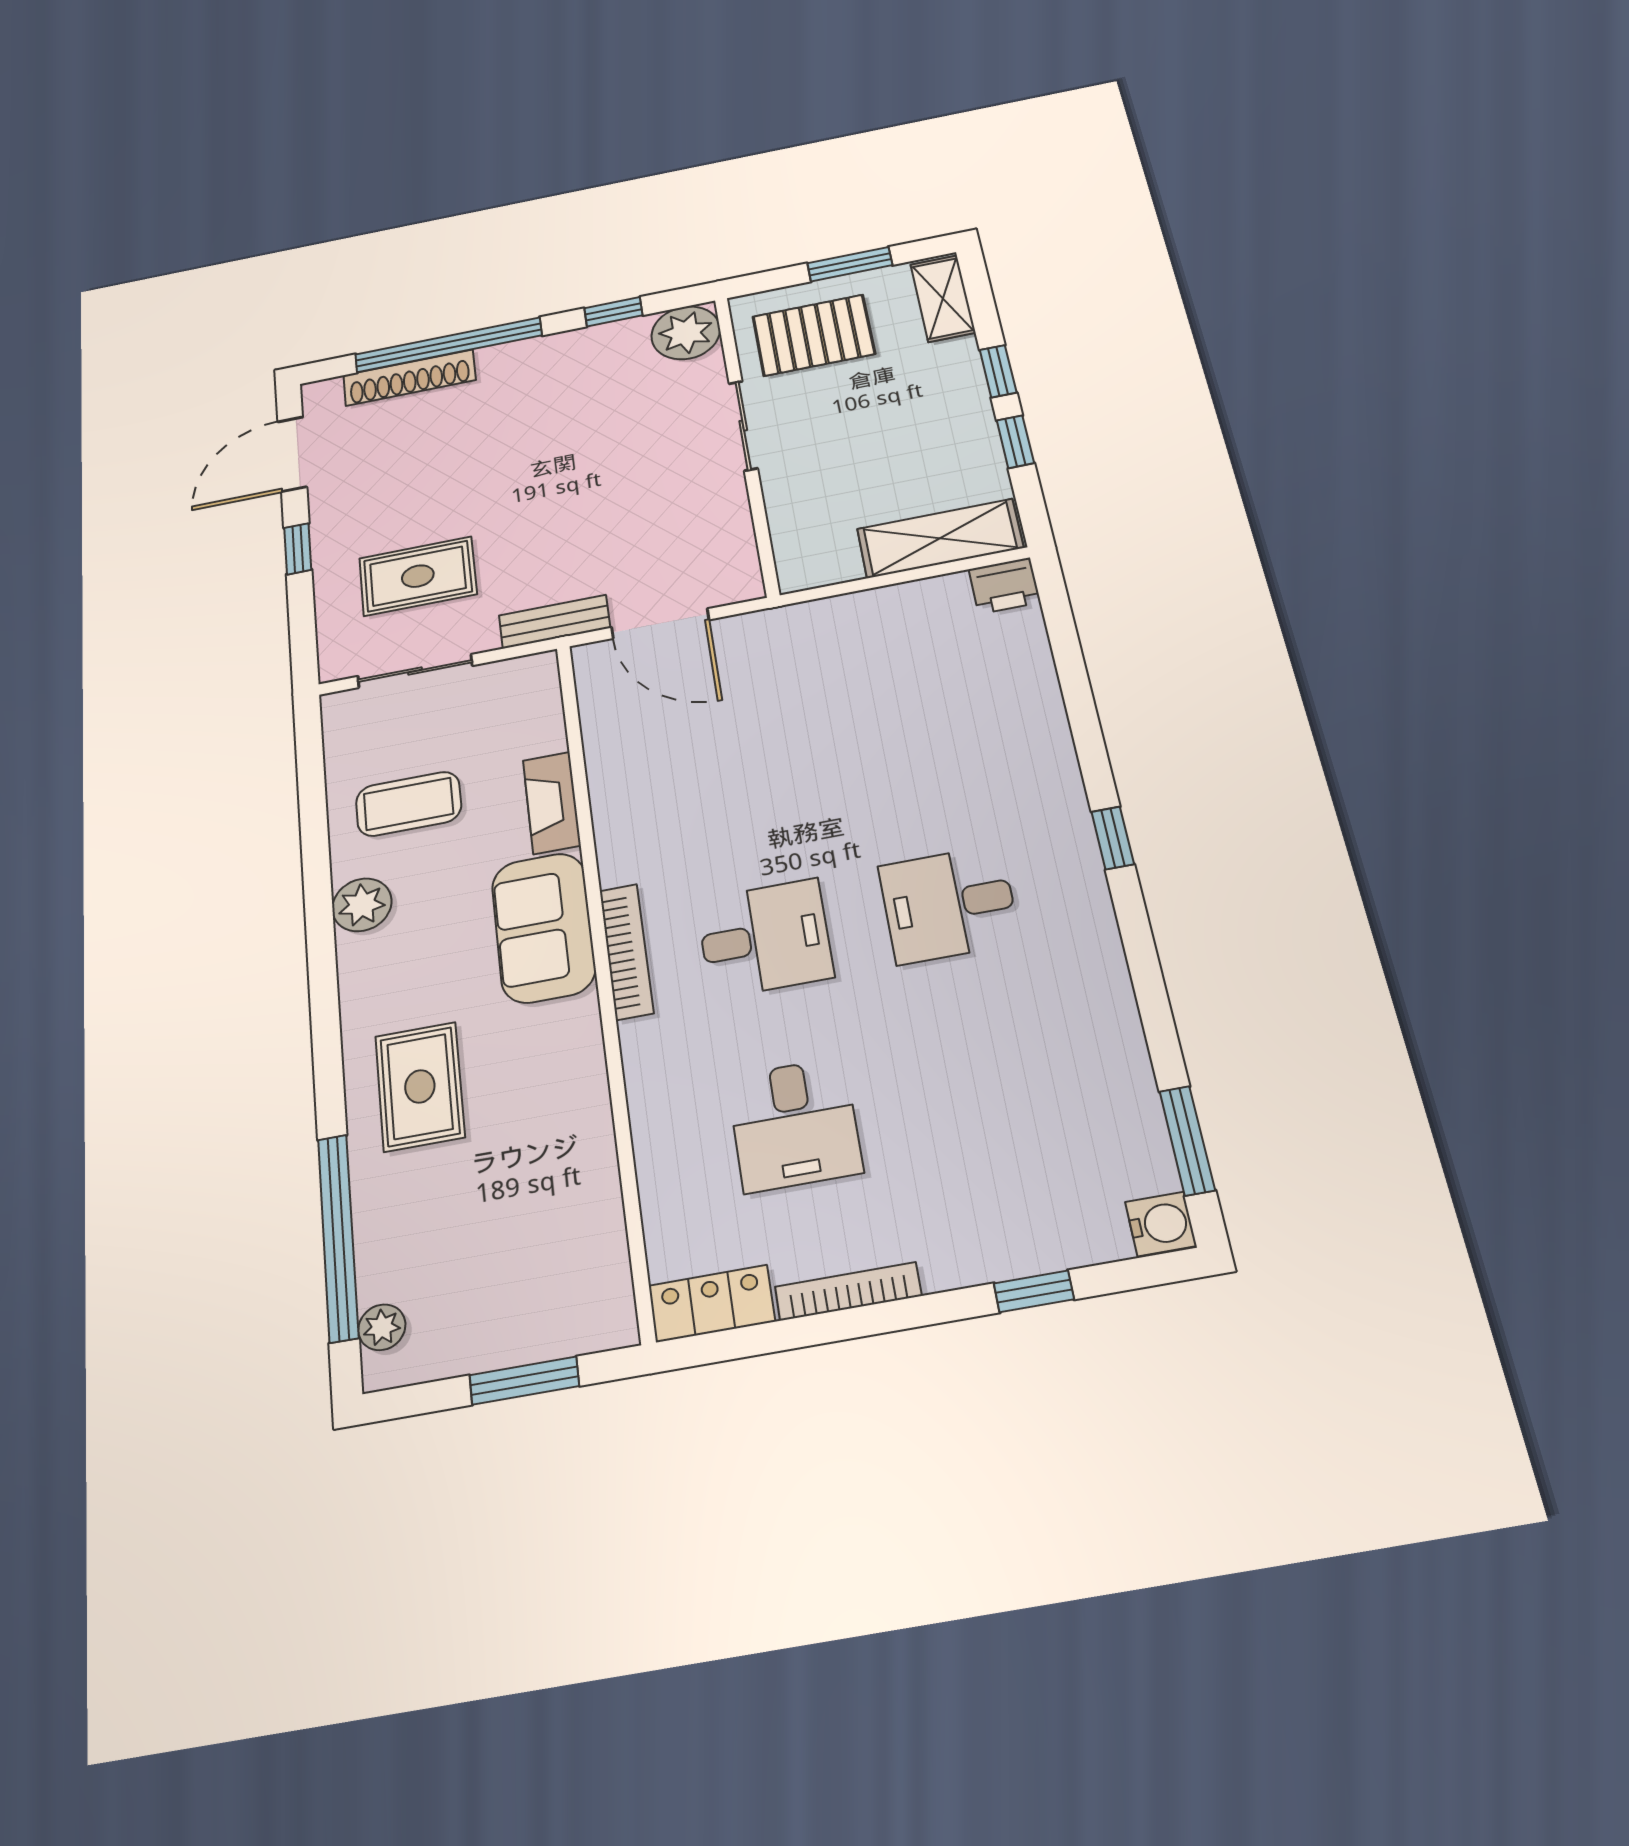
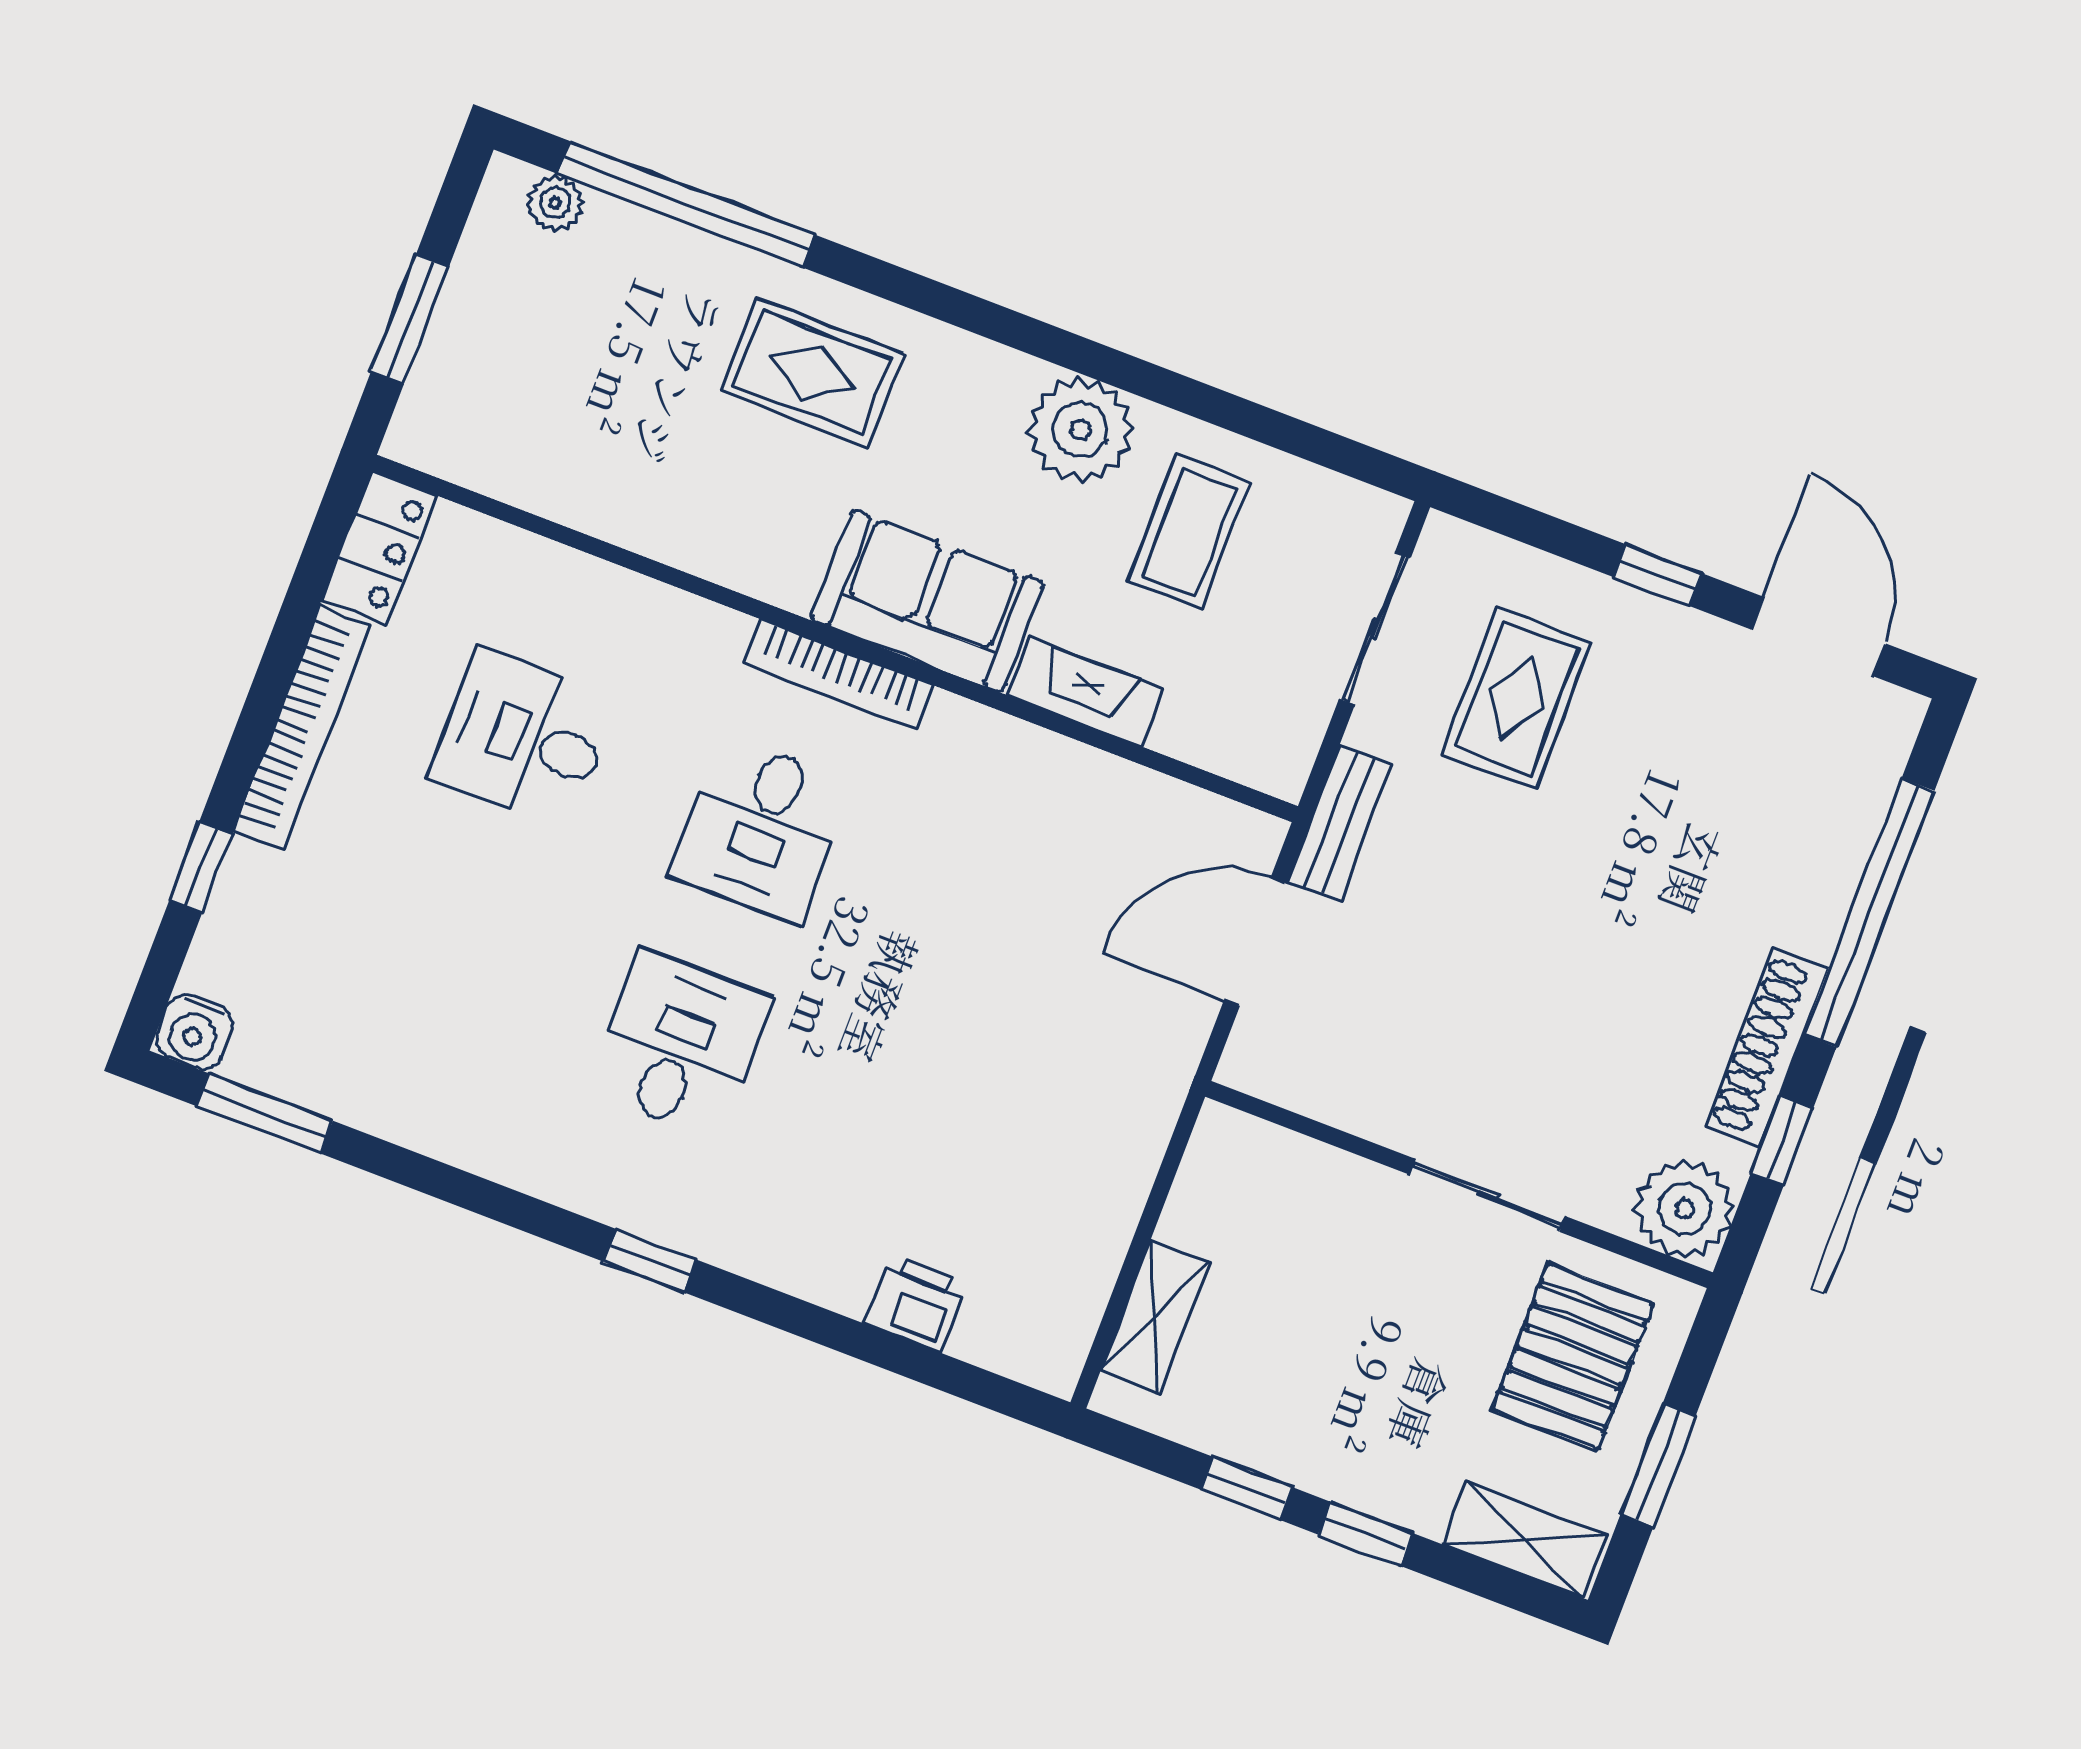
shoe rack: (409, 378) -> (1767, 1048), moved
shelving: (940, 538) -> (1155, 1317), width x0.67, depth x0.75
printer: (1005, 586) -> (916, 1304), moved, turned 90
plant: (362, 905) -> (1080, 430), width x1.36, depth x1.36
bookcase: (848, 1291) -> (302, 728), width x1.48, depth x1.31

